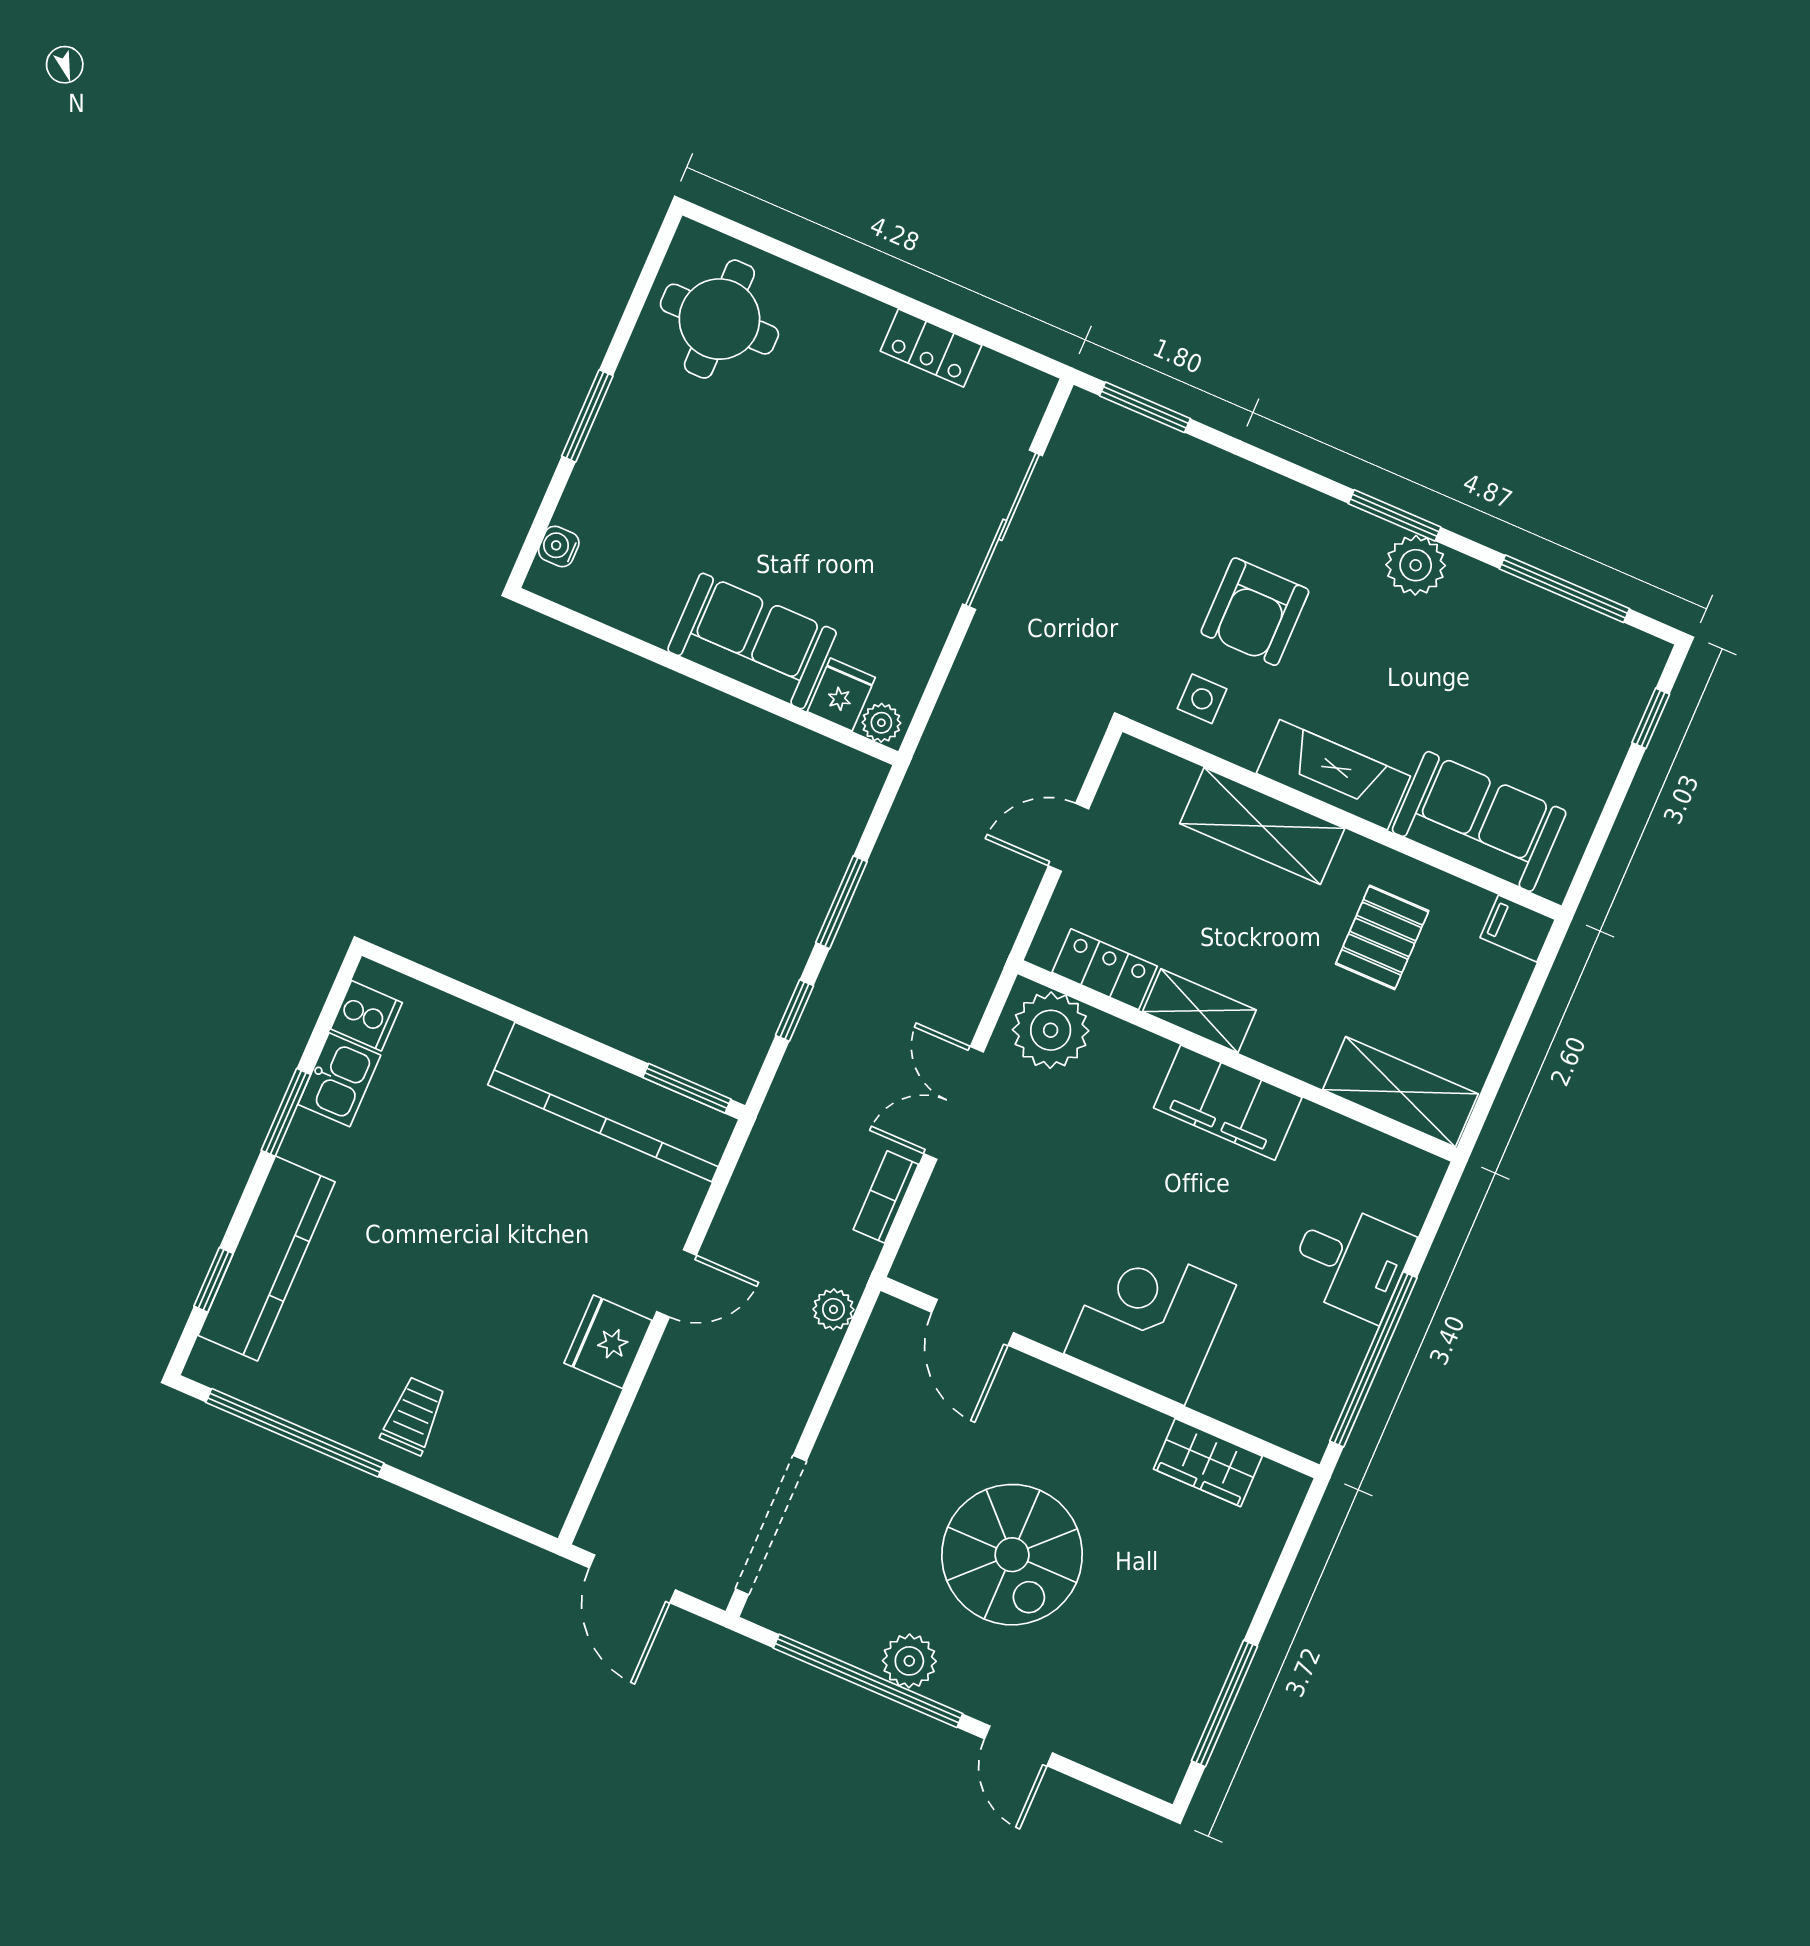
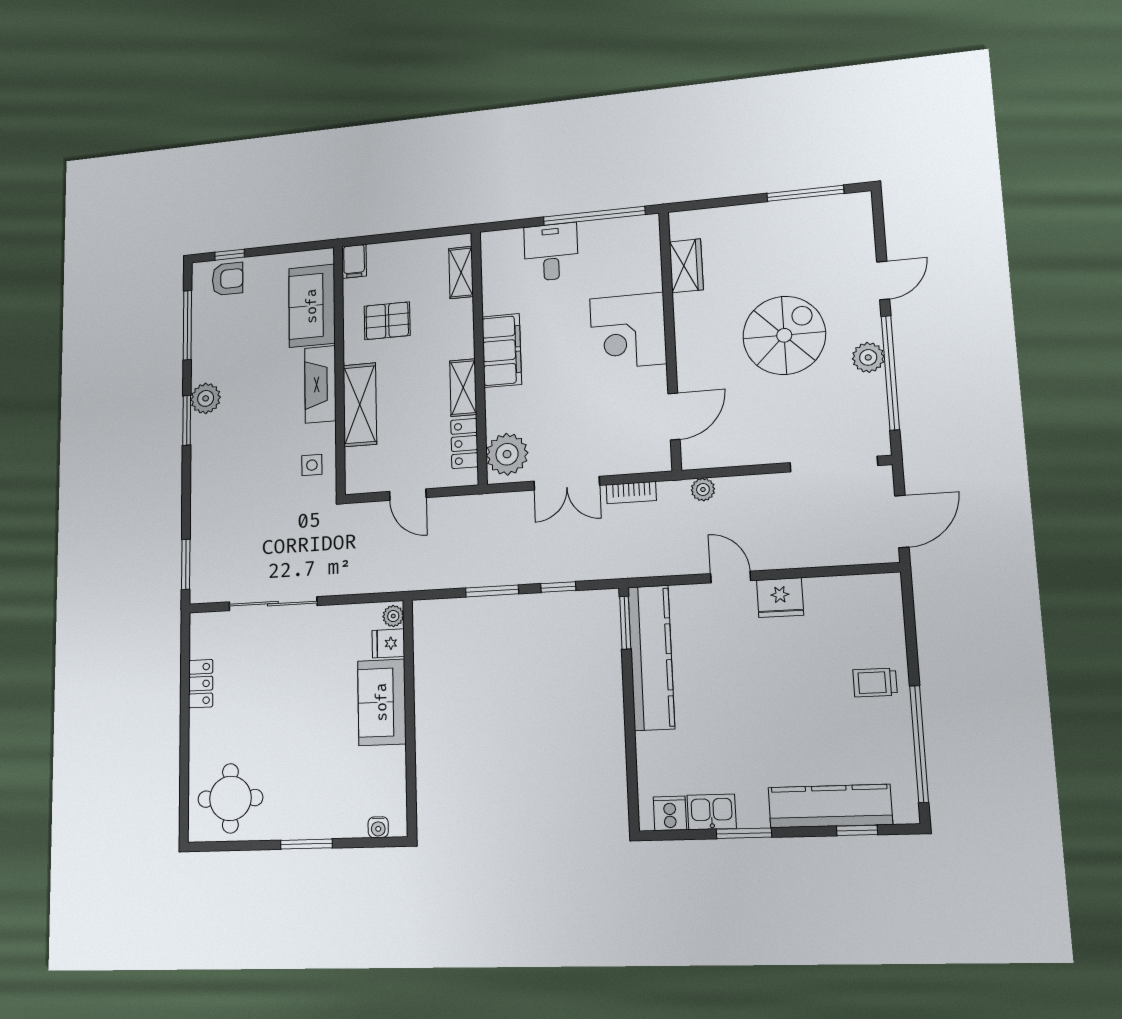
armchair: (1255, 612) -> (228, 279), moved, width x0.72, depth x0.72
shelving: (1401, 1092) -> (461, 272), width x0.67, depth x0.75

